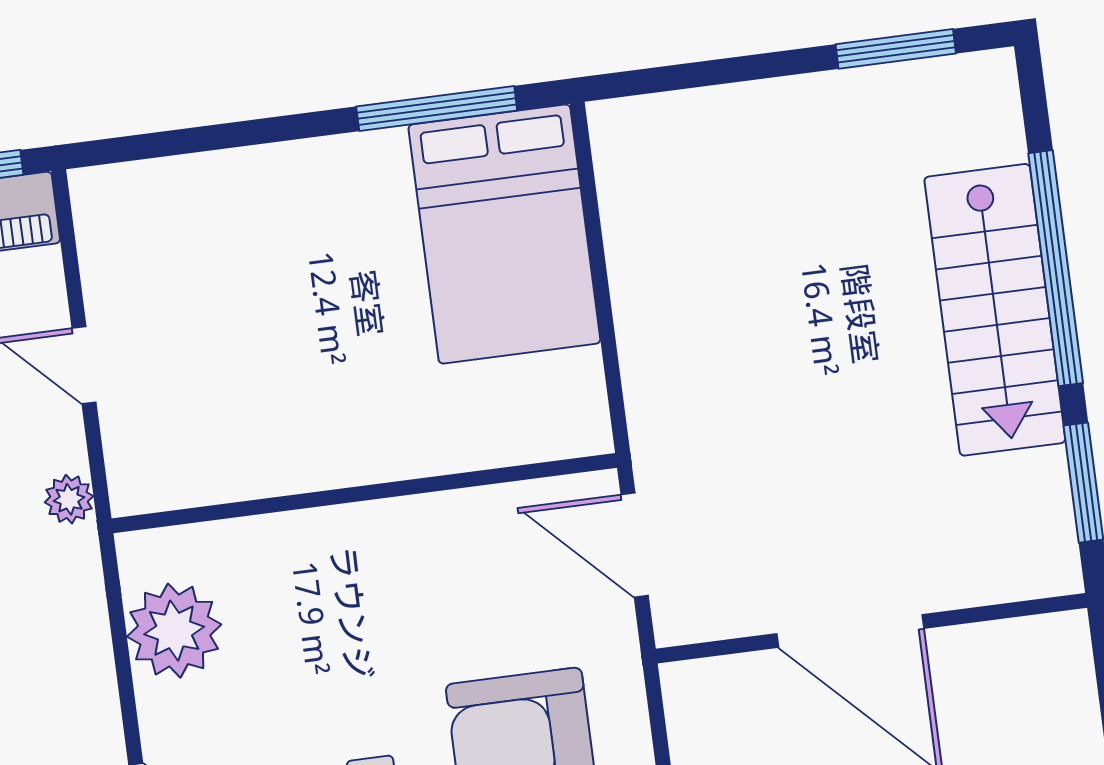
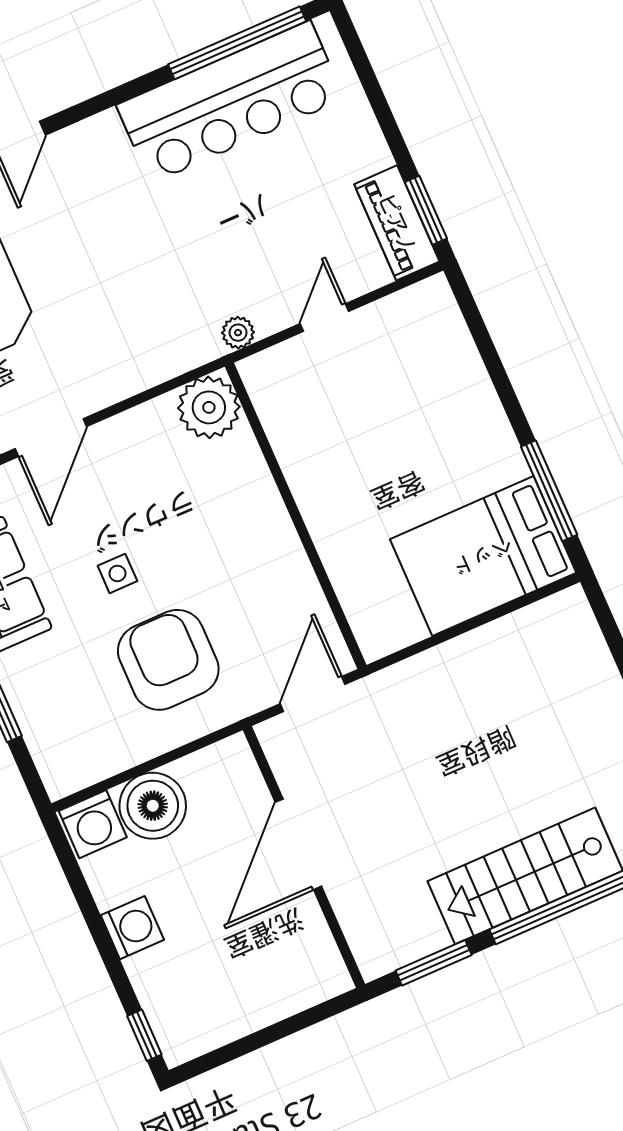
plant: (174, 631) -> (209, 407), moved

